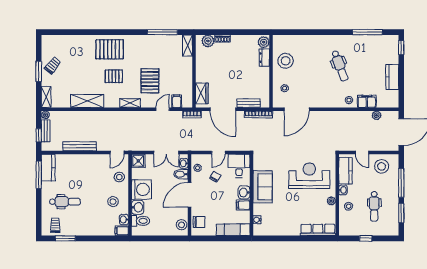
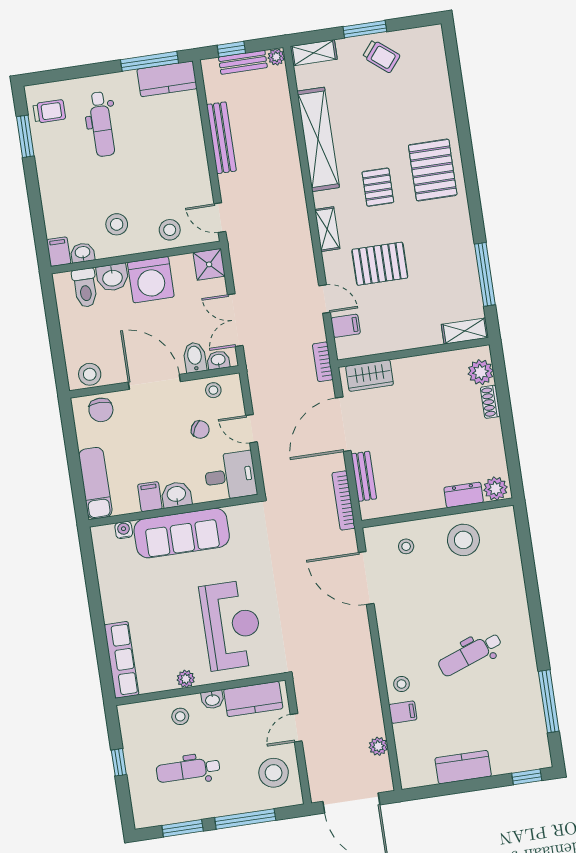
shelving: (87, 101) -> (318, 139), width x1.47
filing cabinet: (367, 101) -> (403, 712), width x0.50
sofa: (263, 187) -> (182, 533), width x1.36

